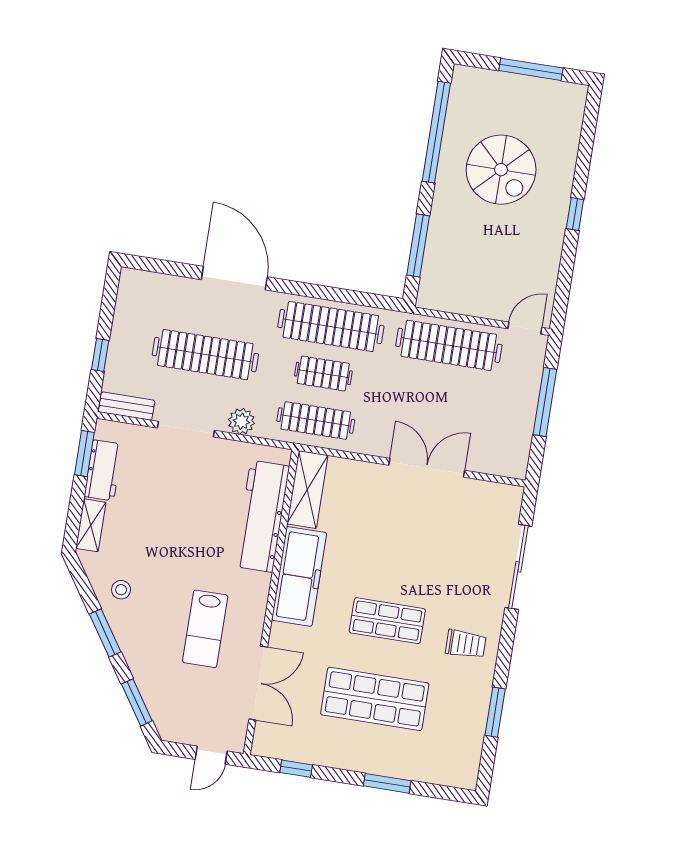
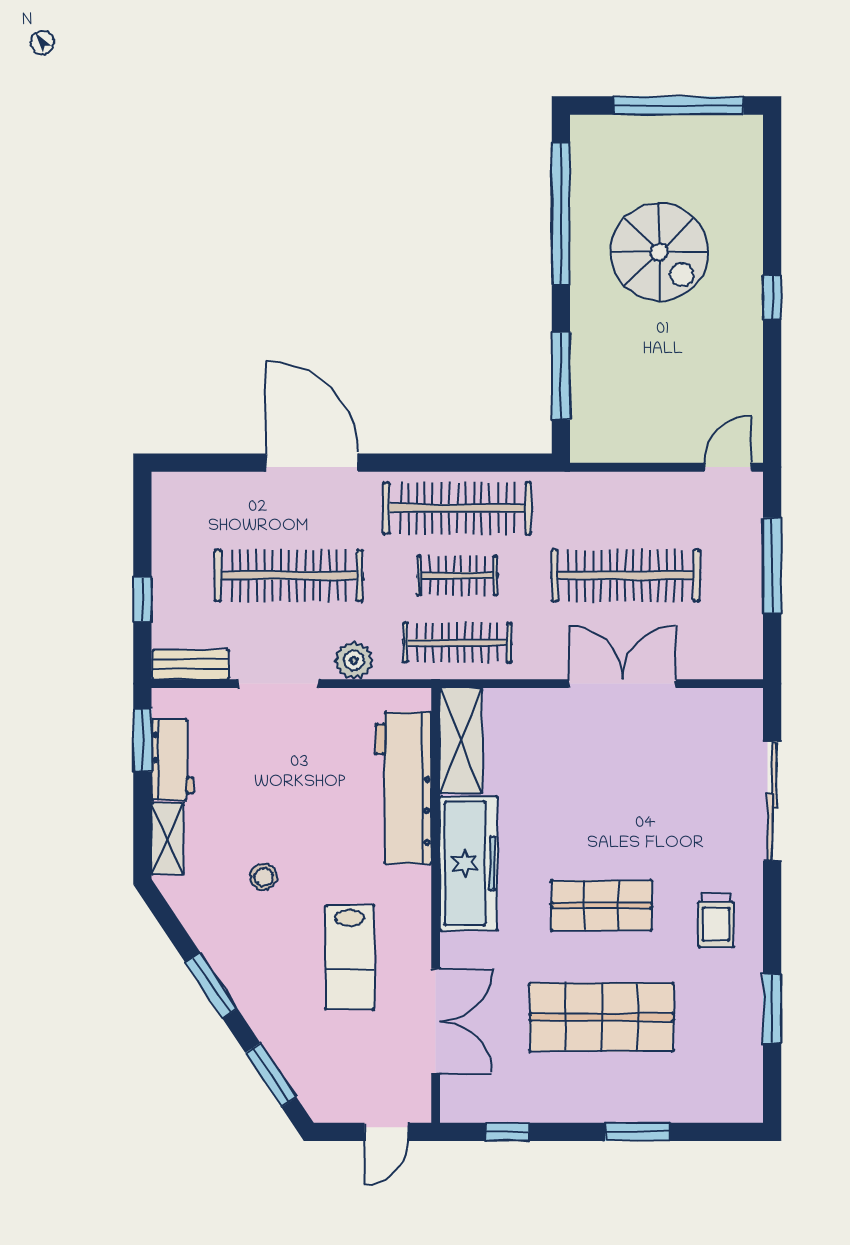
window: (531, 69) -> (679, 106), width x1.46
clothes rail: (449, 345) -> (626, 575), moved
stool: (121, 590) -> (264, 877), moved
trolley: (466, 644) -> (716, 920), turned 90

